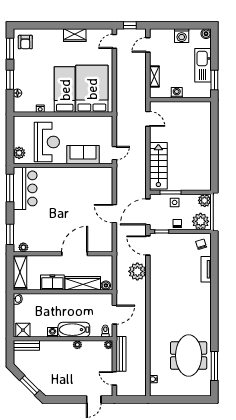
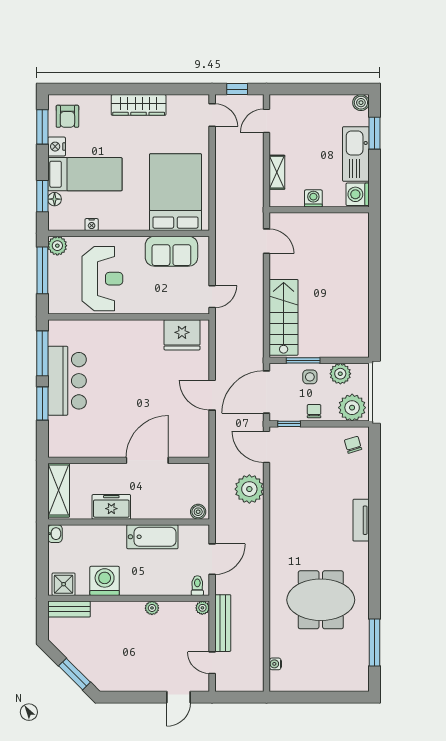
wardrobe: (75, 35) -> (139, 105), width x1.50
washing machine: (182, 36) -> (358, 194), moved, turned 90
door: (114, 41) -> (212, 115), swing flipped
nightstand: (19, 61) -> (57, 147), added
window: (10, 80) -> (42, 196), moved
window: (214, 80) -> (375, 133), moved
bed: (65, 90) -> (85, 174), moved, turned 90
window: (10, 137) -> (42, 270), added
plant: (19, 153) -> (57, 246), moved
sofa: (83, 155) -> (171, 251), moved, turned 180
fridge: (96, 177) -> (182, 335), added
bar counter: (25, 188) -> (67, 381), moved
plant: (205, 200) -> (340, 374), moved
window: (10, 234) -> (42, 404), moved
plant: (23, 247) -> (64, 450), removed
tv unit: (206, 269) -> (361, 520), moved
wardrobe: (83, 283) -> (161, 508), removed
bathtub: (74, 330) -> (152, 537), moved, turned 180
washing machine: (52, 332) -> (105, 581), width x1.89, depth x1.89
meeting table: (189, 355) -> (321, 600), moved, turned 90

